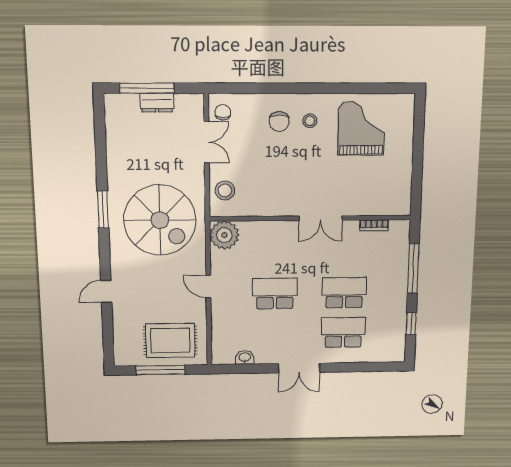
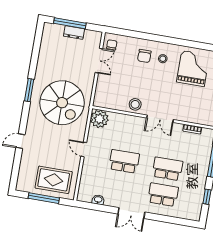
stool: (225, 191) -> (135, 104), moved

